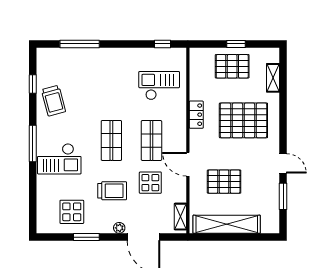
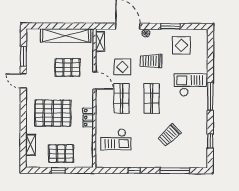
window: (163, 44) -> (134, 171), moved
trolley: (53, 101) -> (169, 135), moved, turned -119

